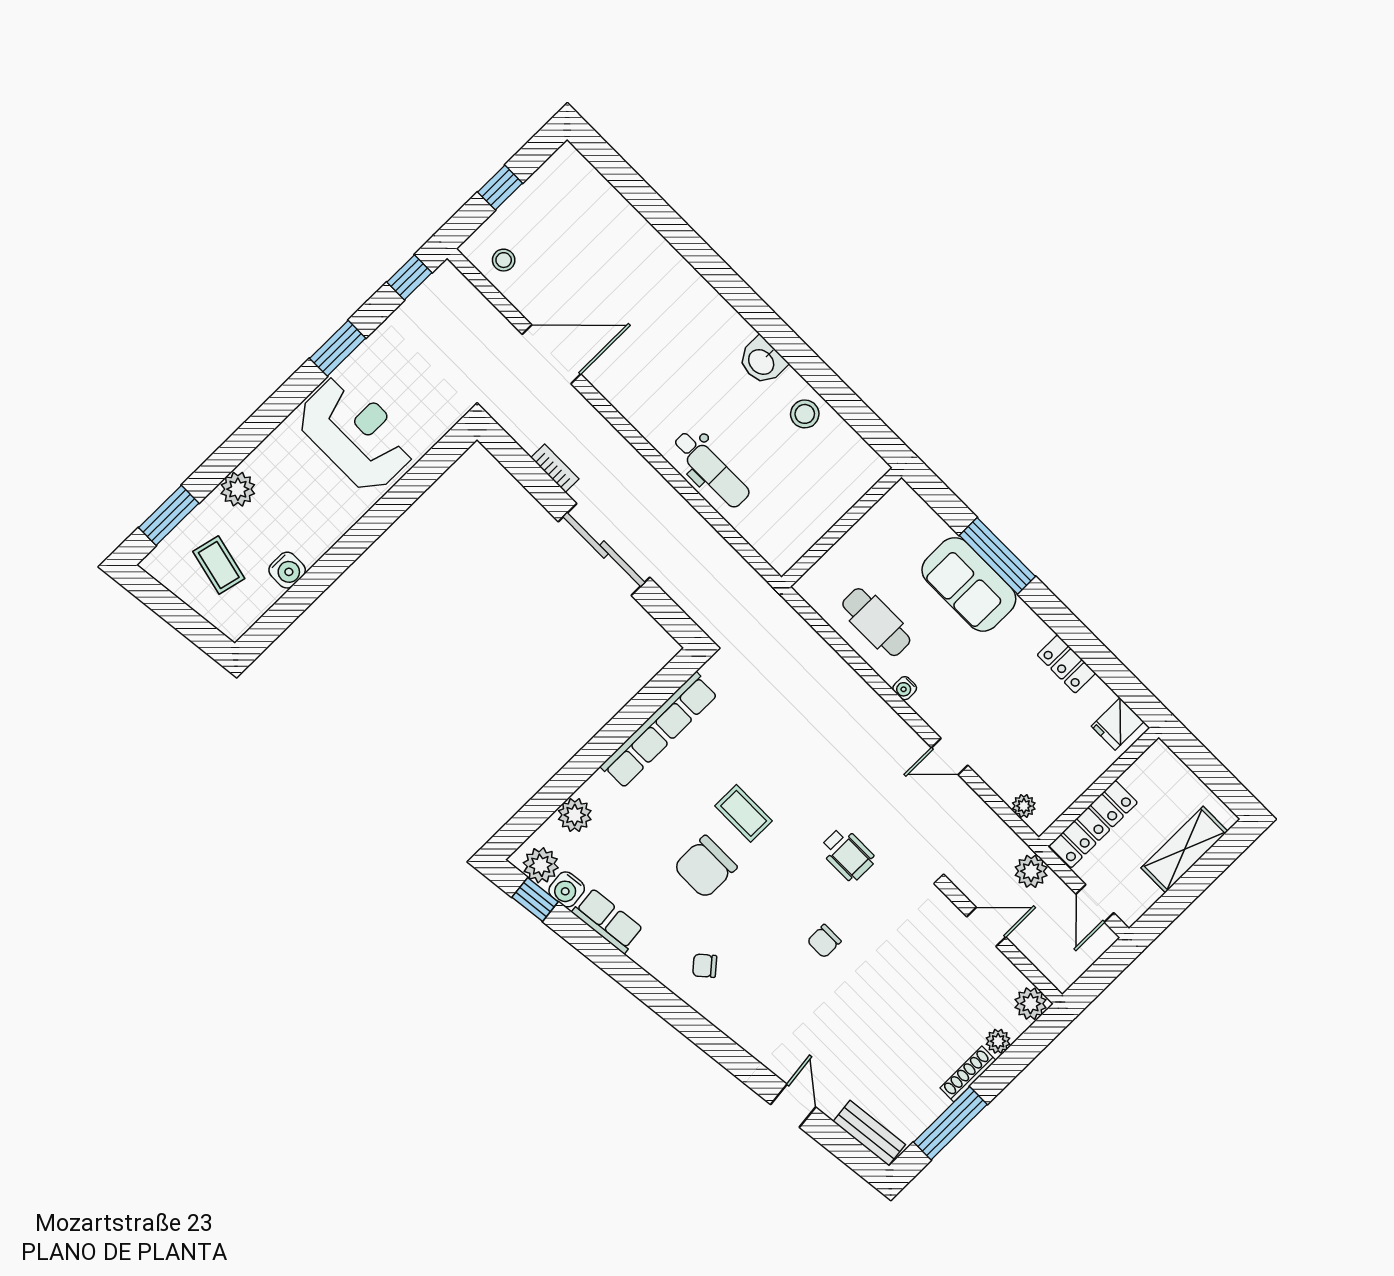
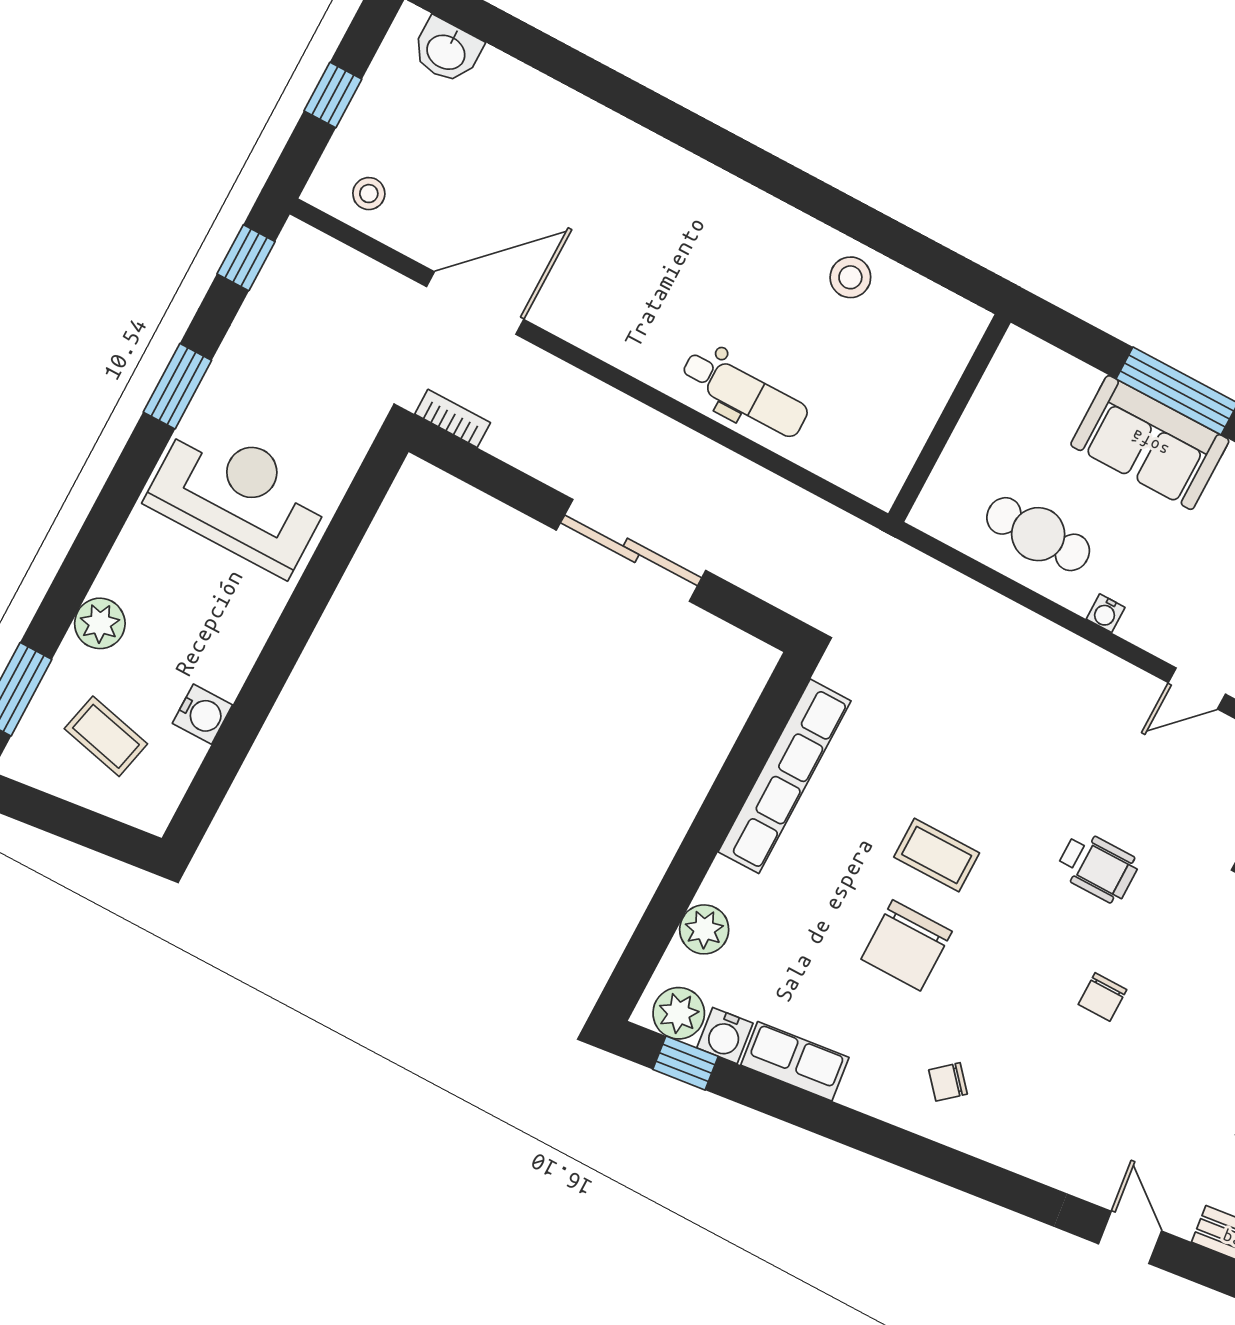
washbasin: (762, 361) -> (447, 51), moved
bookcase: (555, 468) -> (453, 418), moved

